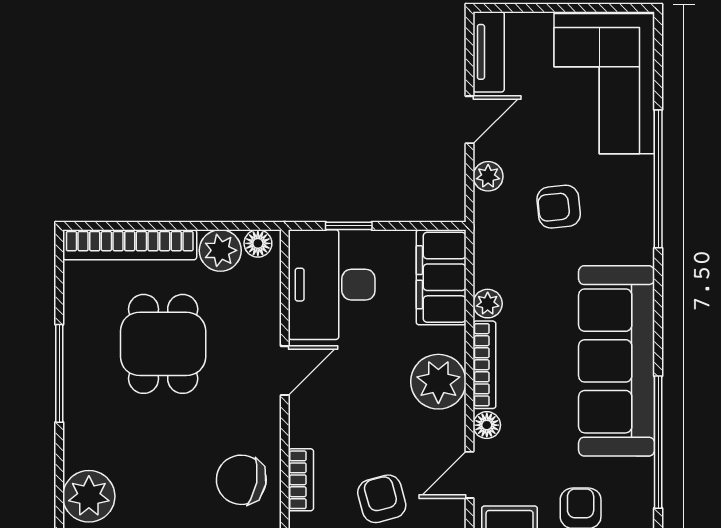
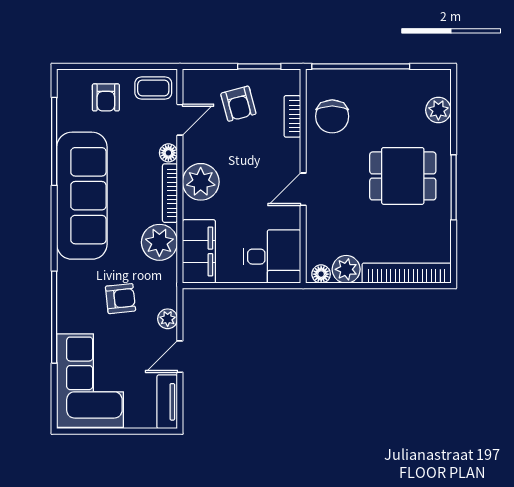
window: (349, 226) -> (260, 286), removed
desk: (332, 285) -> (272, 257), width x0.73
plant: (488, 304) -> (159, 242), width x1.88, depth x1.88
dining table: (163, 344) -> (403, 176), moved, turned 90
chair: (241, 480) -> (332, 116), turned 80
plant: (89, 496) -> (438, 110), width x0.73, depth x0.73

